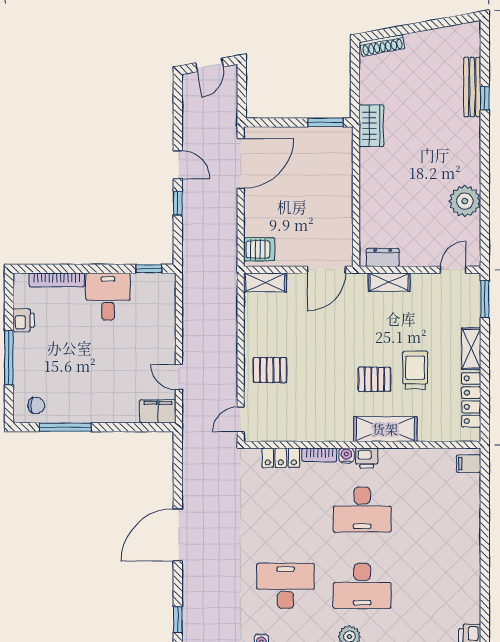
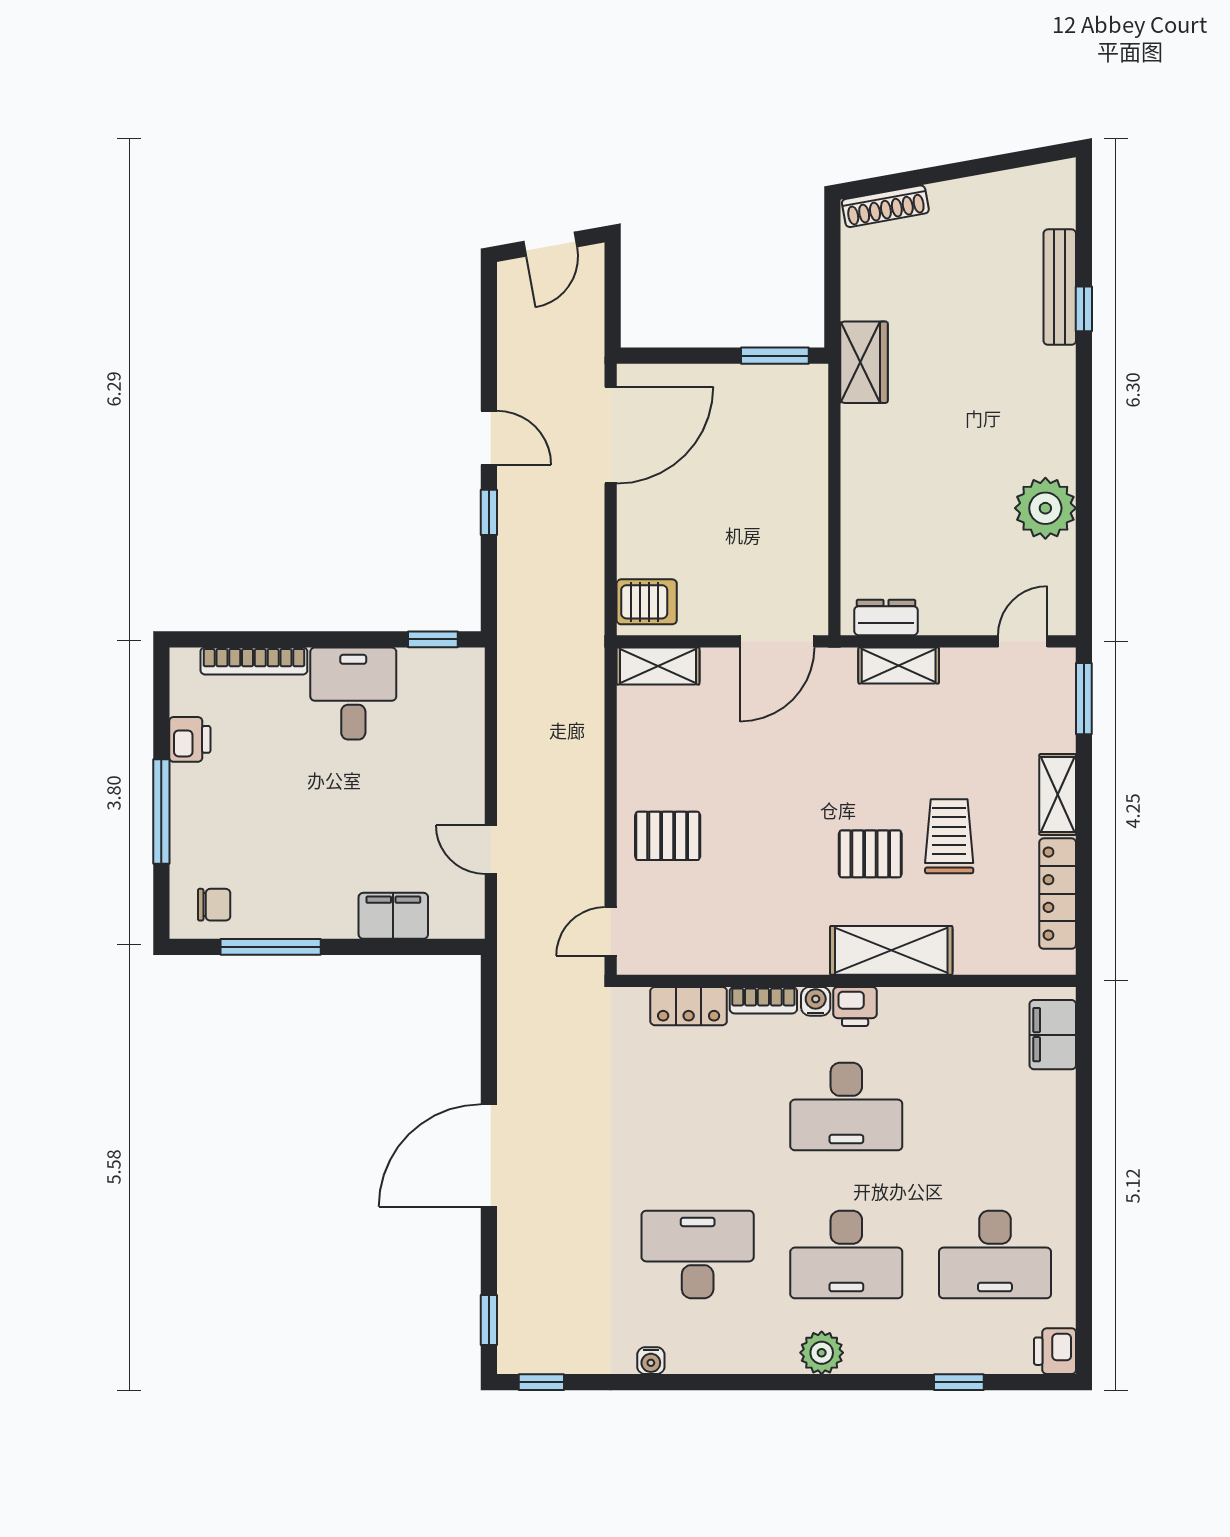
filing cabinet: (158, 411) -> (393, 916), moved
filing cabinet: (469, 464) -> (1053, 1035), width x2.00
desk: (439, 586) -> (995, 1254), added

